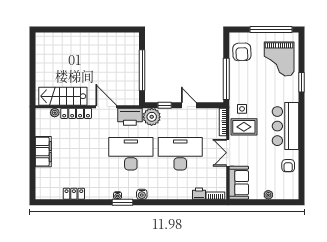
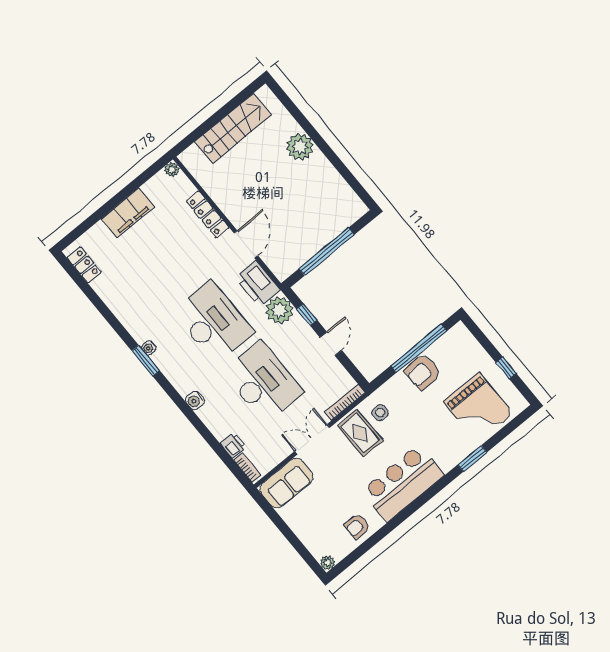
window: (271, 29) -> (506, 368), width x0.32
plant: (80, 41) -> (300, 147), added
armchair: (242, 52) -> (423, 372), moved
grand piano: (279, 59) -> (478, 408), turned -90
window: (226, 79) -> (419, 348), moved
stairs: (63, 96) -> (233, 128), moved, turned 90
plant: (55, 113) -> (172, 170), moved
locker: (74, 194) -> (84, 265), moved
water cooler: (142, 194) -> (195, 401), moved
plant: (268, 195) -> (328, 563), moved

